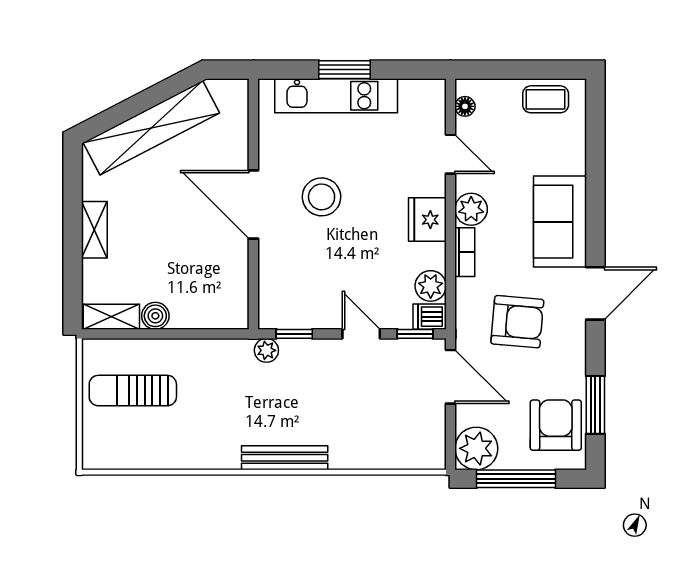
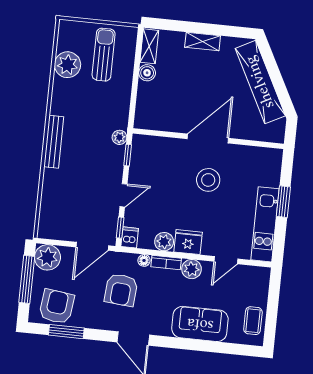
kitchen unit: (336, 96) -> (265, 224), moved
floor lamp: (465, 106) -> (144, 260), moved
sofa: (560, 222) -> (200, 324), moved
plant: (431, 286) -> (164, 242), moved
armchair: (556, 425) -> (57, 307), turned -83
plant: (156, 448) -> (68, 65), added

